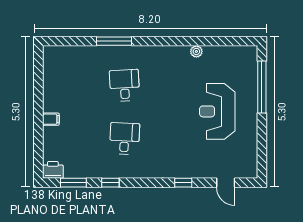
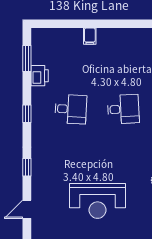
reception desk: (217, 111) -> (97, 201), turned 180
printer: (53, 170) -> (40, 76), moved
window: (110, 183) -> (27, 114), moved

